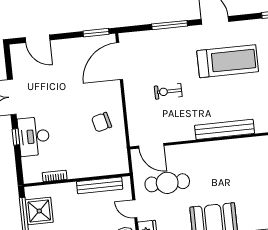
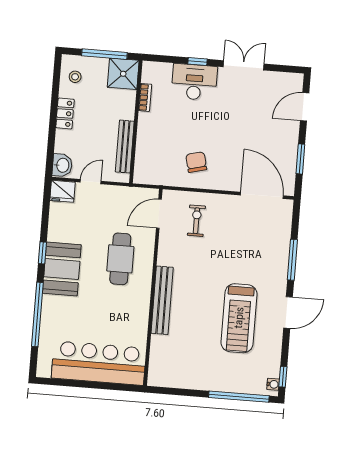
window: (96, 33) -> (300, 159), moved
exercise bike: (168, 91) -> (196, 221), moved
cafe table: (167, 183) -> (120, 259), moved
shower: (39, 211) -> (123, 74), moved

